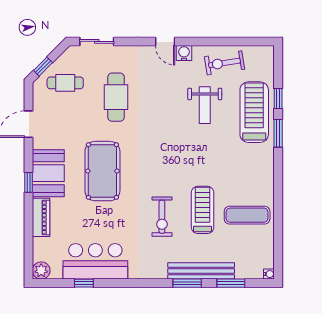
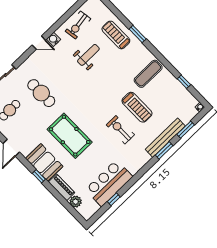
window: (278, 98) -> (184, 82), moved
weight bench: (205, 105) -> (88, 55), turned -90
treadmill: (254, 112) -> (116, 35), width x0.73, depth x0.73
treadmill: (203, 210) -> (137, 107), turned 180
exercise mat: (247, 215) -> (148, 74), moved
exercise bike: (162, 217) -> (120, 130), turned 180
plant: (41, 270) -> (76, 202), moved

